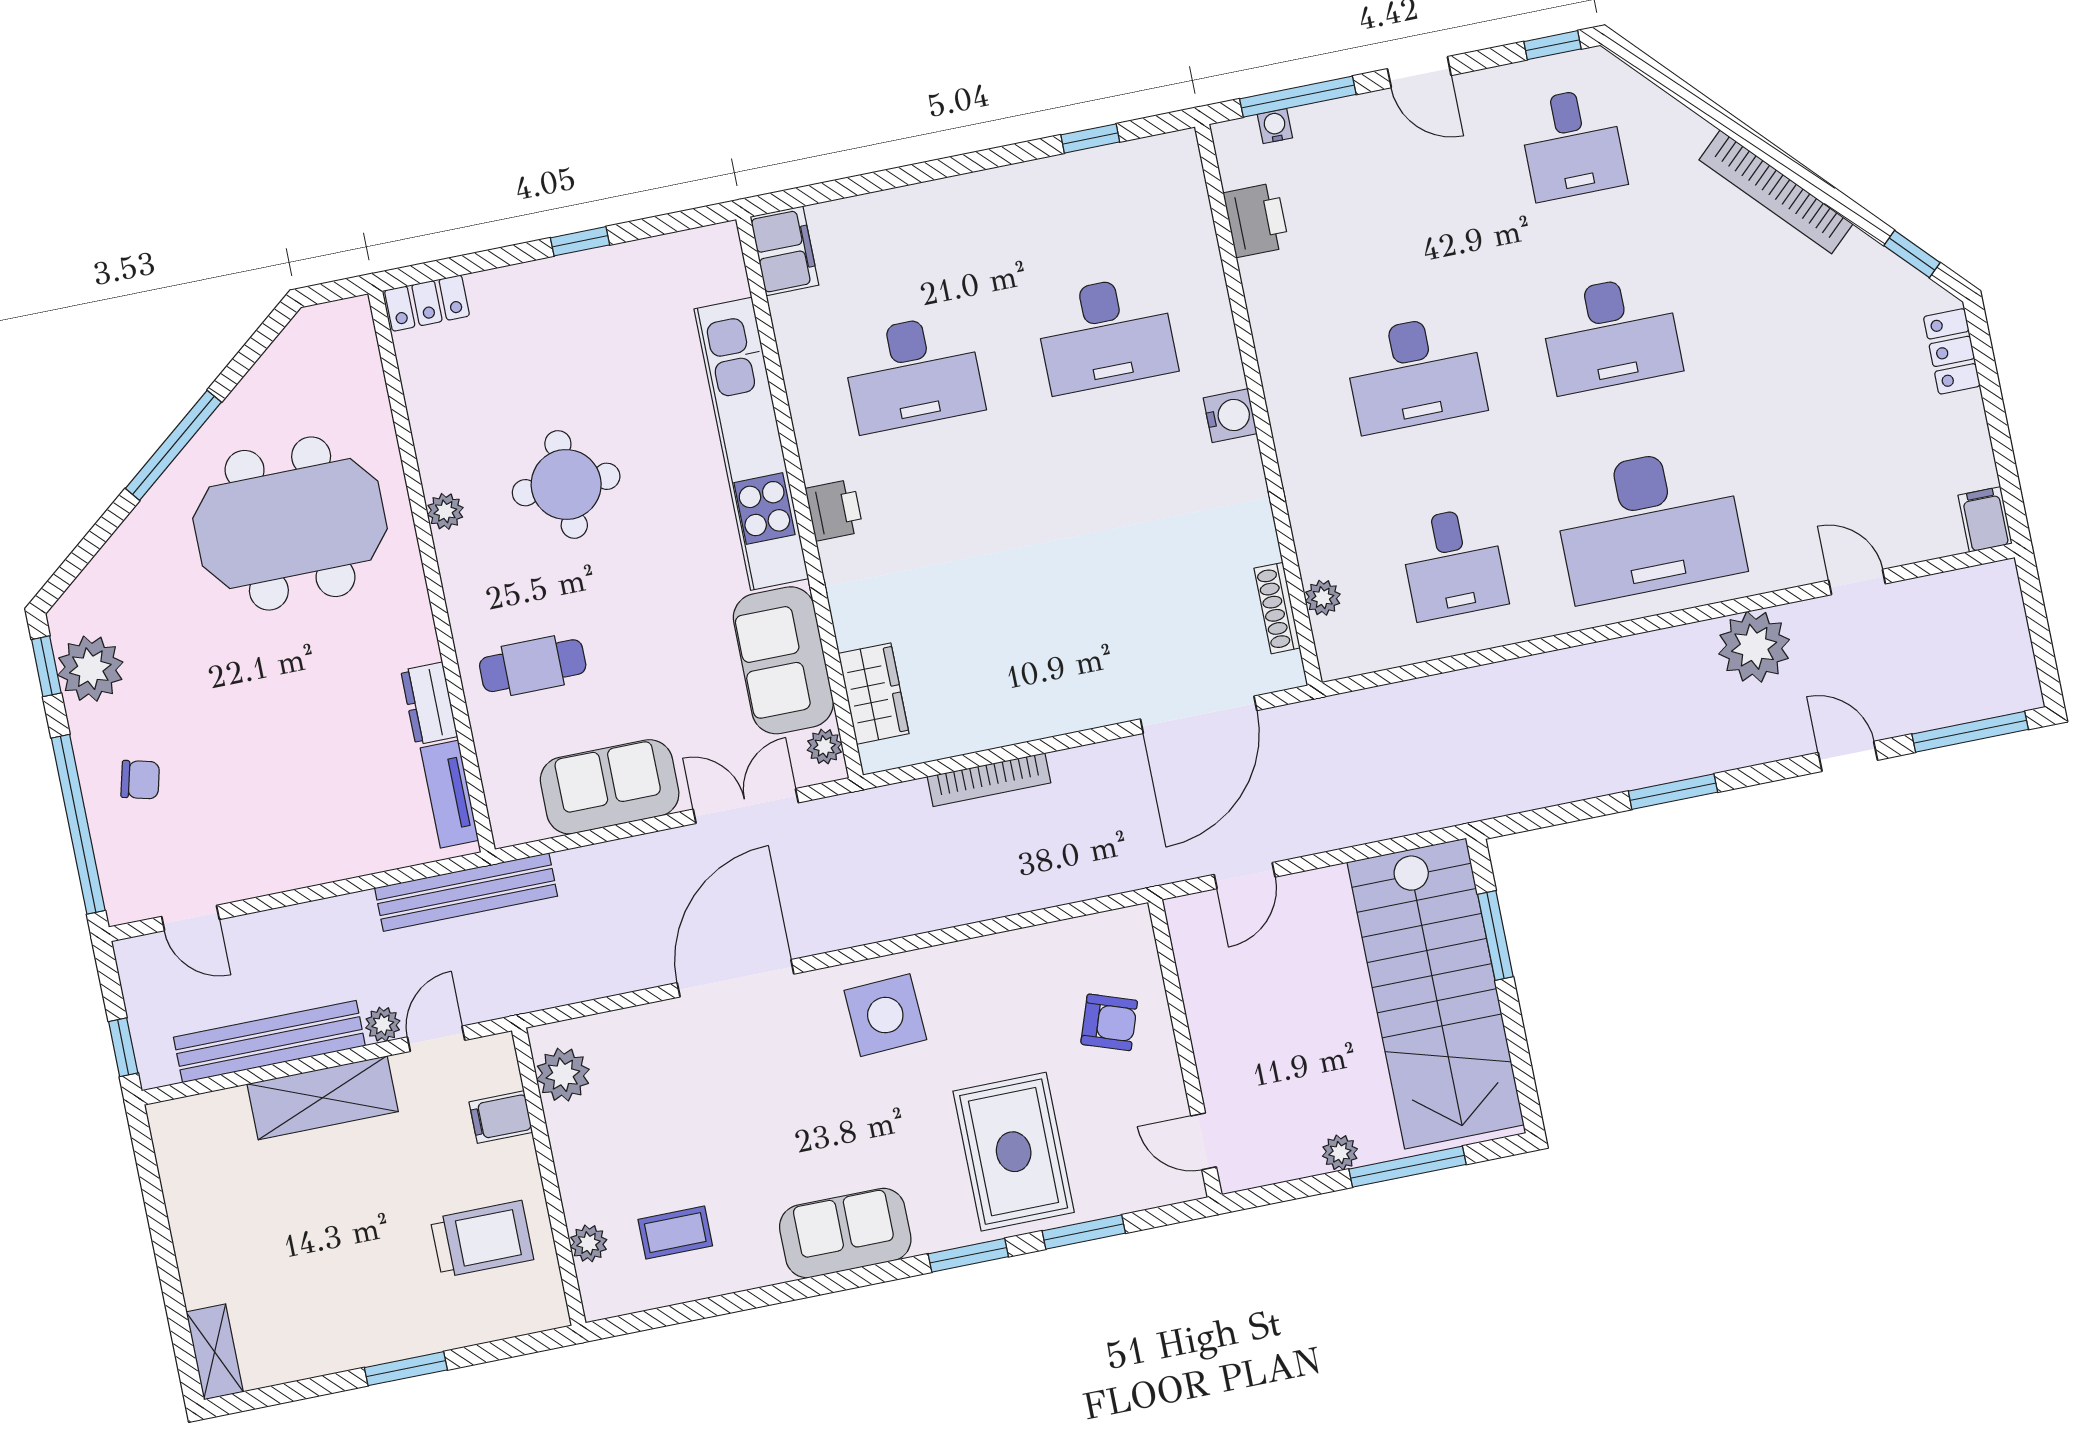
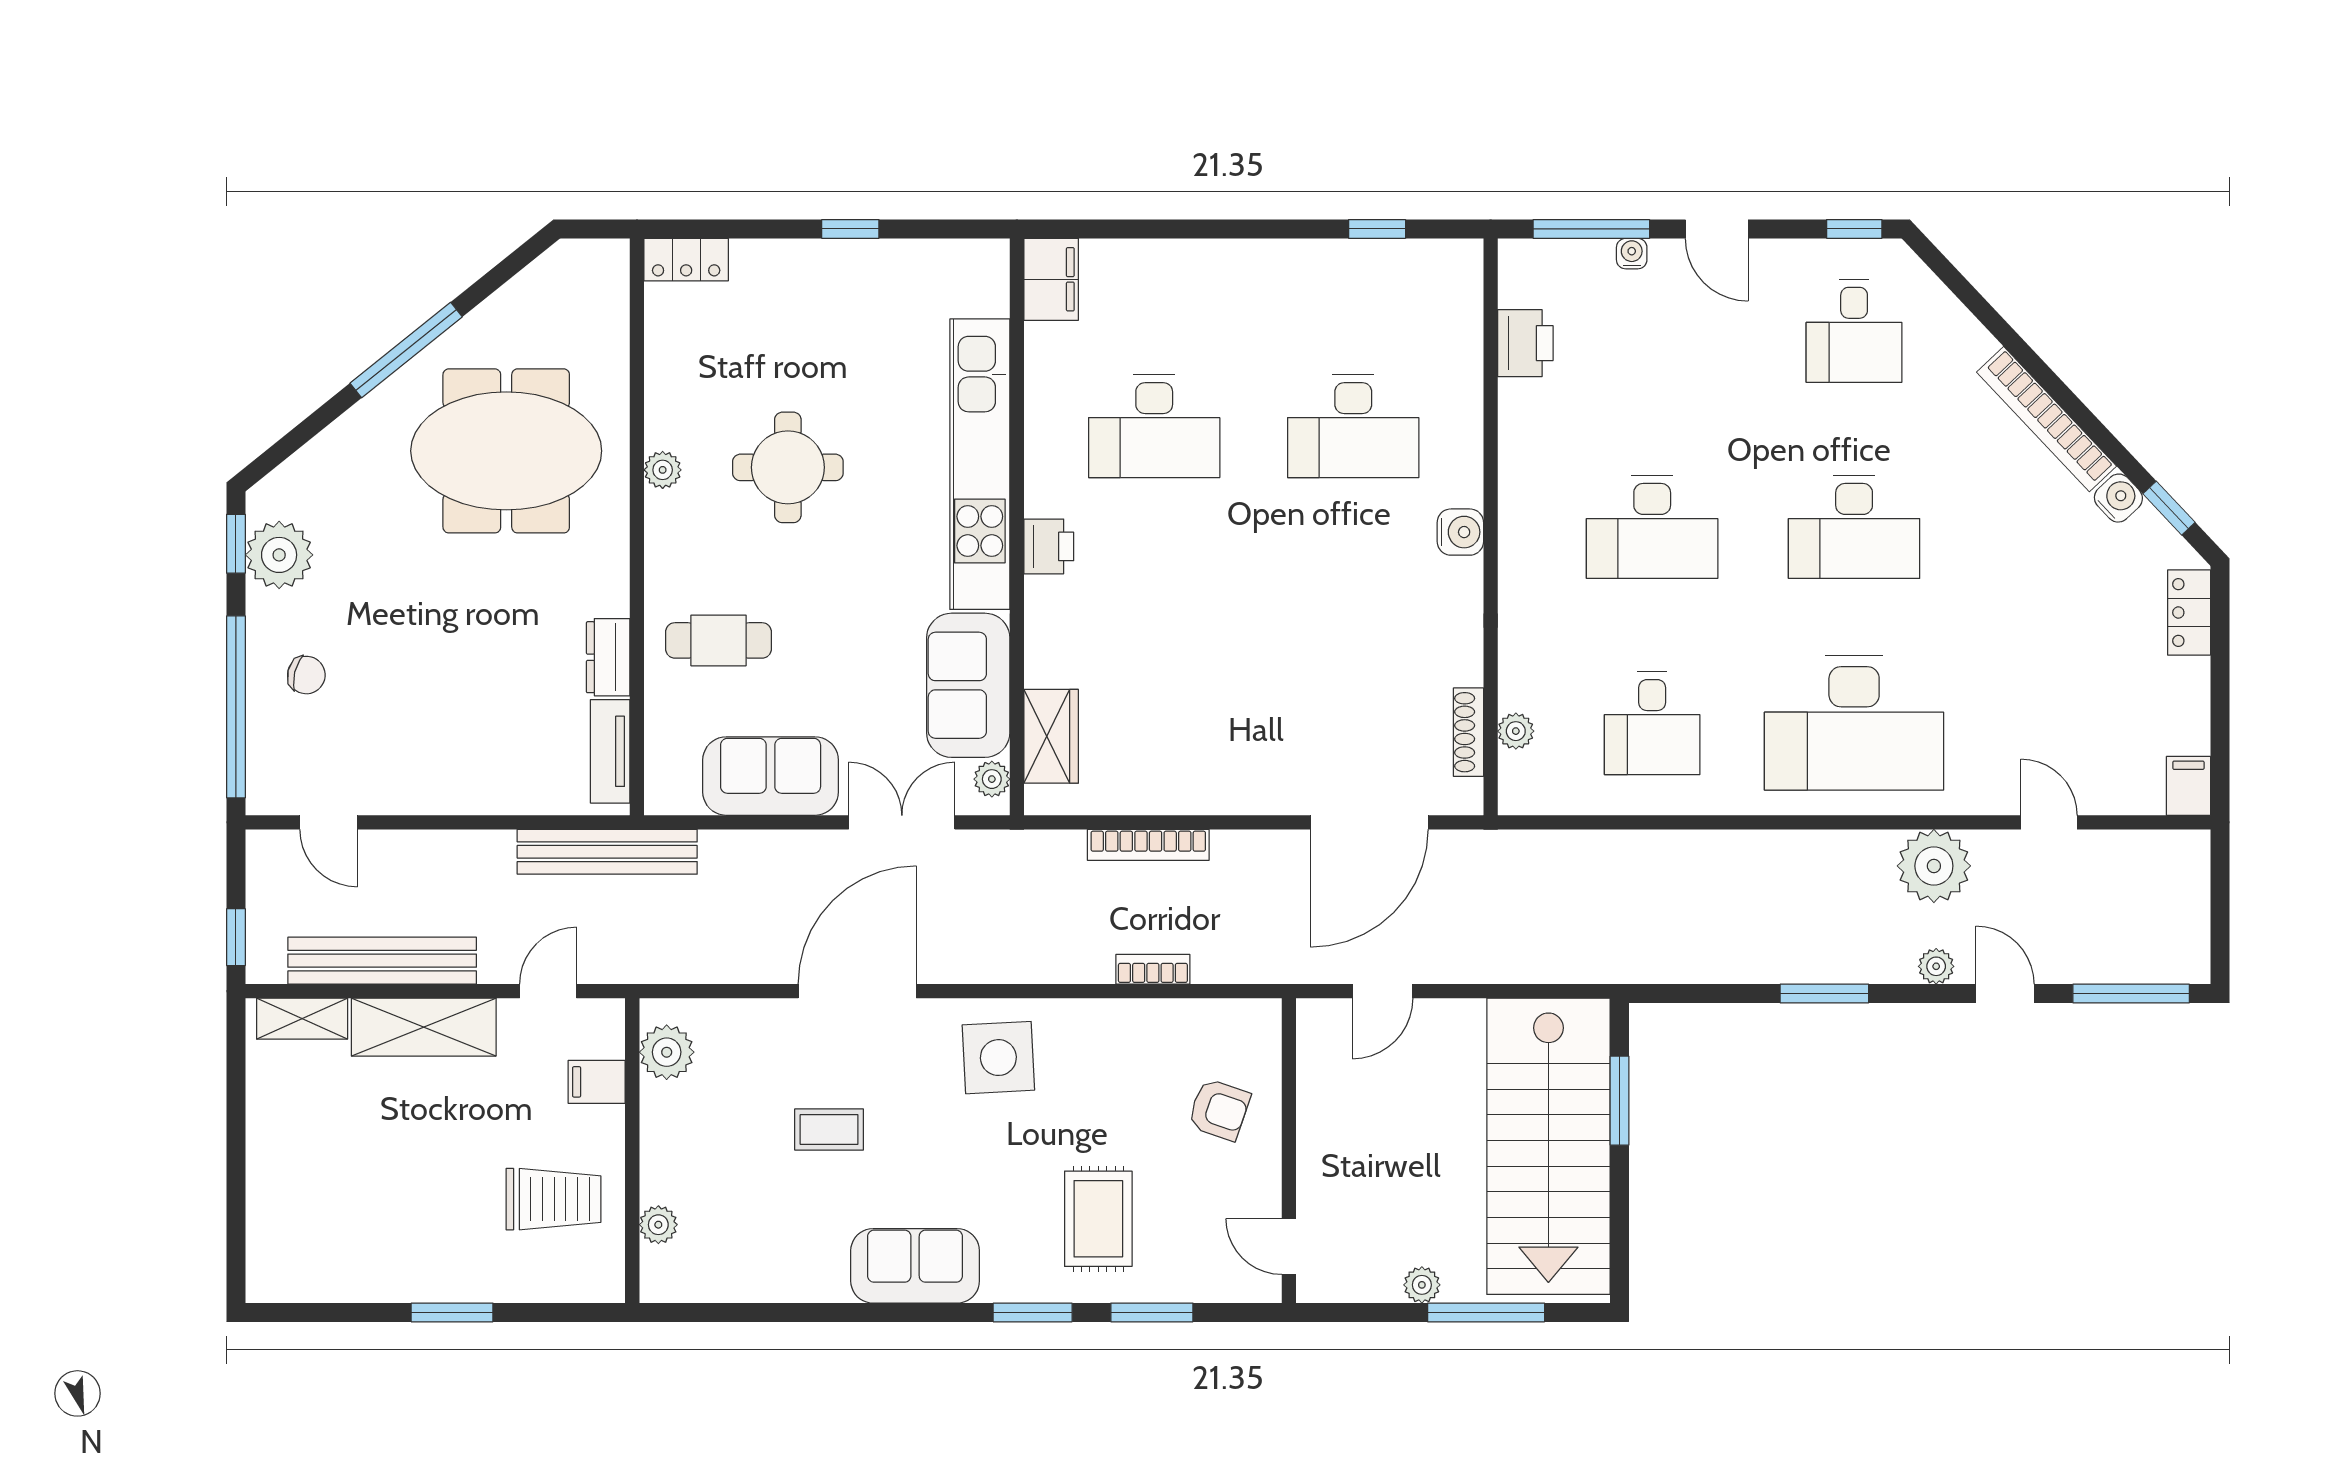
water cooler: (1275, 126) -> (1632, 254), moved
water cooler: (1861, 254) -> (2118, 498), added
bookcase: (1018, 899) -> (1153, 969), added
plant: (383, 1024) -> (1936, 966), moved
rug: (1014, 1152) -> (1098, 1219), width x0.73, depth x0.70
coffee table: (675, 1233) -> (829, 1129), moved
shelving: (215, 1352) -> (302, 1019), moved, turned 90

